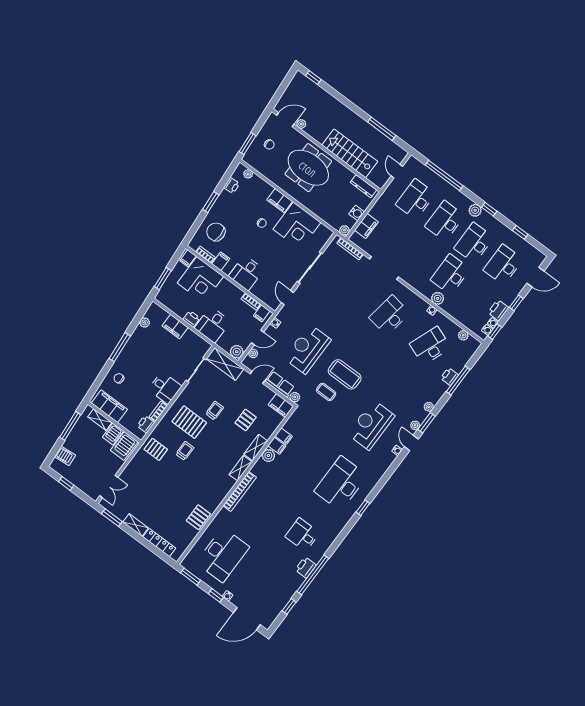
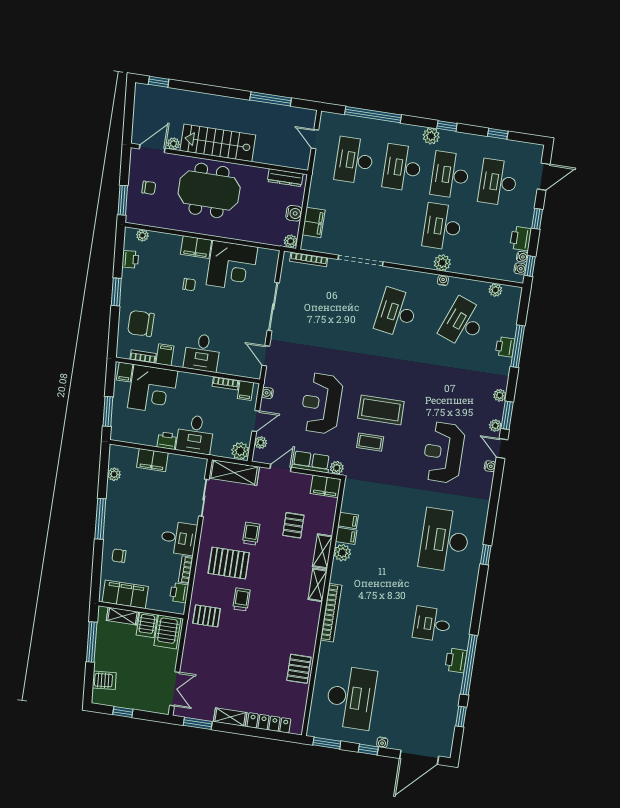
stairs: (350, 153) -> (218, 143), moved

